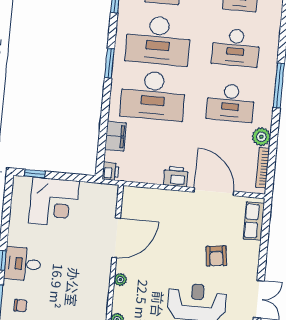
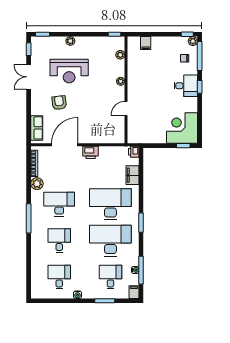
desk: (236, 48) -> (59, 241), width x0.73
door: (214, 192) -> (65, 145), swing flipped
corner desk: (54, 202) -> (182, 128), moved
door: (116, 238) -> (126, 108), width x0.53

